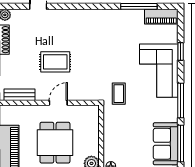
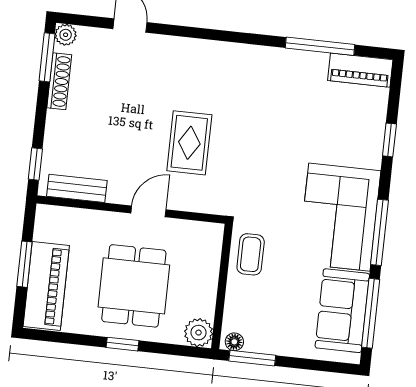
rug: (55, 62) -> (189, 143), moved, turned 90
corner sofa: (159, 71) -> (339, 217), moved
coffee table: (119, 94) -> (251, 254), moved

